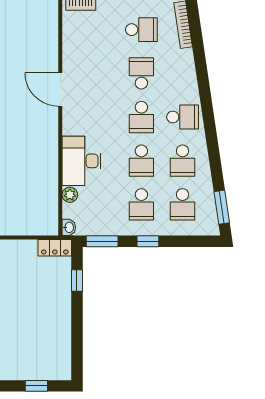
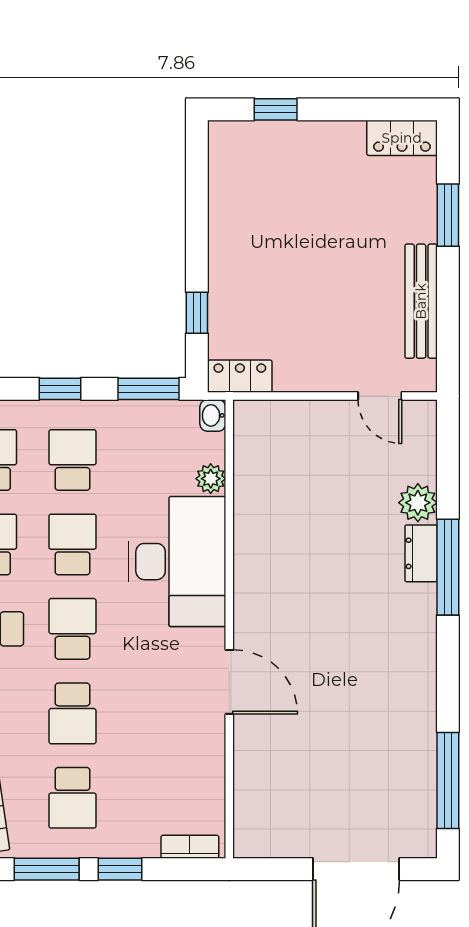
school desk: (141, 30) -> (73, 798), turned -90
desk: (82, 161) -> (177, 562), width x1.36, depth x1.30

